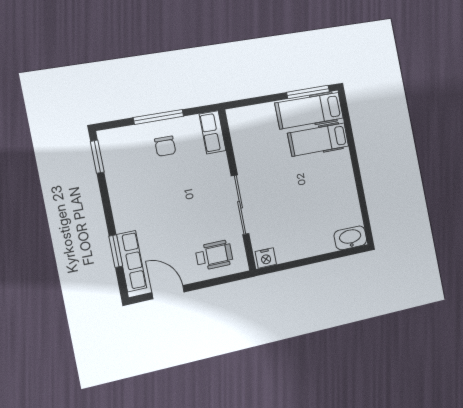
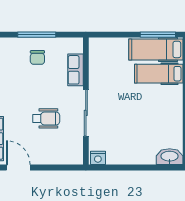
row of seats: (213, 132) -> (75, 70), moved
wheelchair: (214, 255) -> (46, 118), moved

